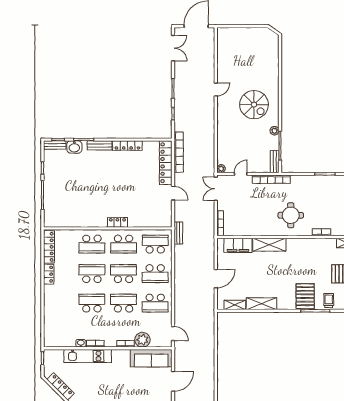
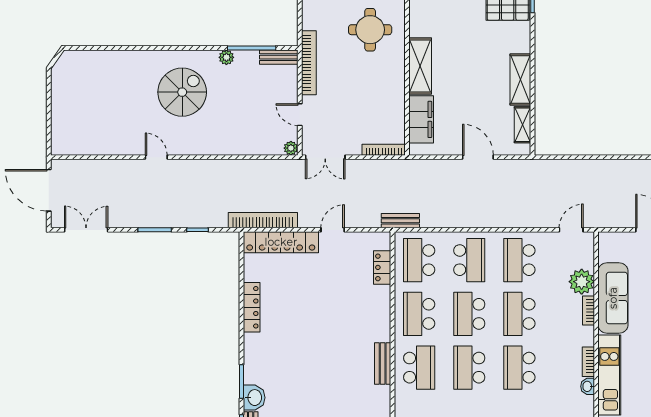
bench: (100, 145) -> (383, 363), moved
locker: (117, 222) -> (382, 267), moved
school desk: (124, 244) -> (419, 314), turned 180
school desk: (155, 303) -> (519, 260), turned 180
sofa: (151, 358) -> (613, 298), moved

